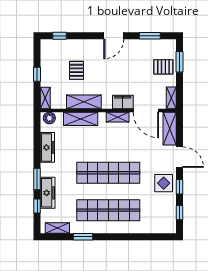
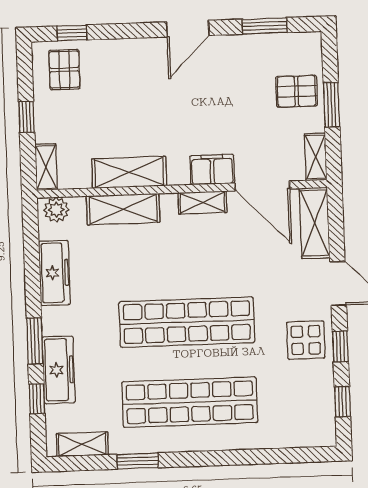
window: (180, 62) -> (332, 105), moved
pallet: (76, 70) -> (64, 70), moved

